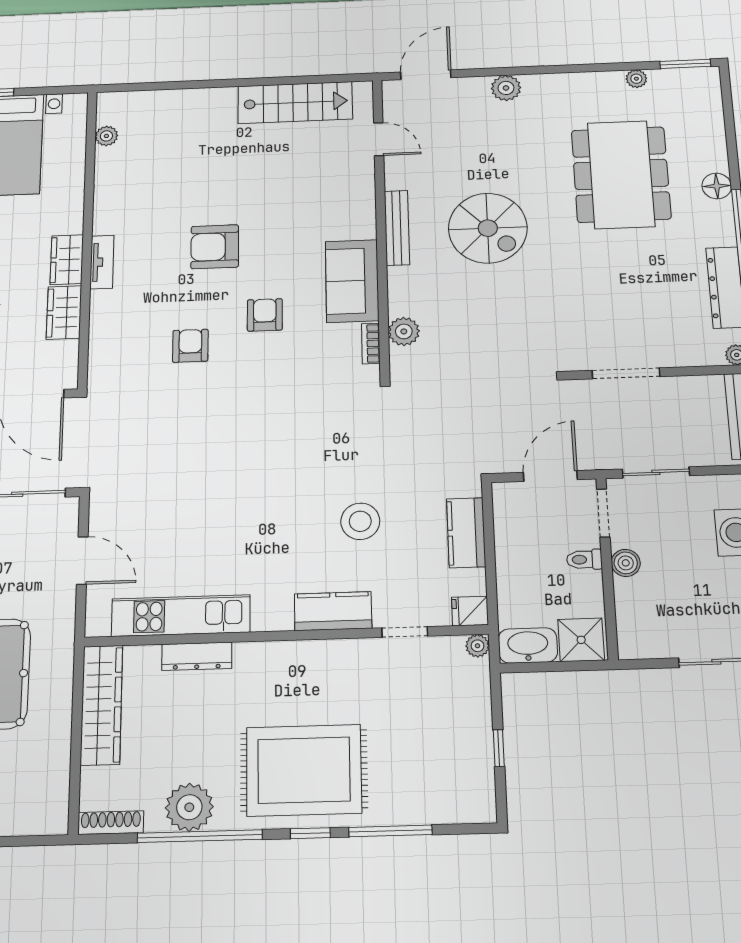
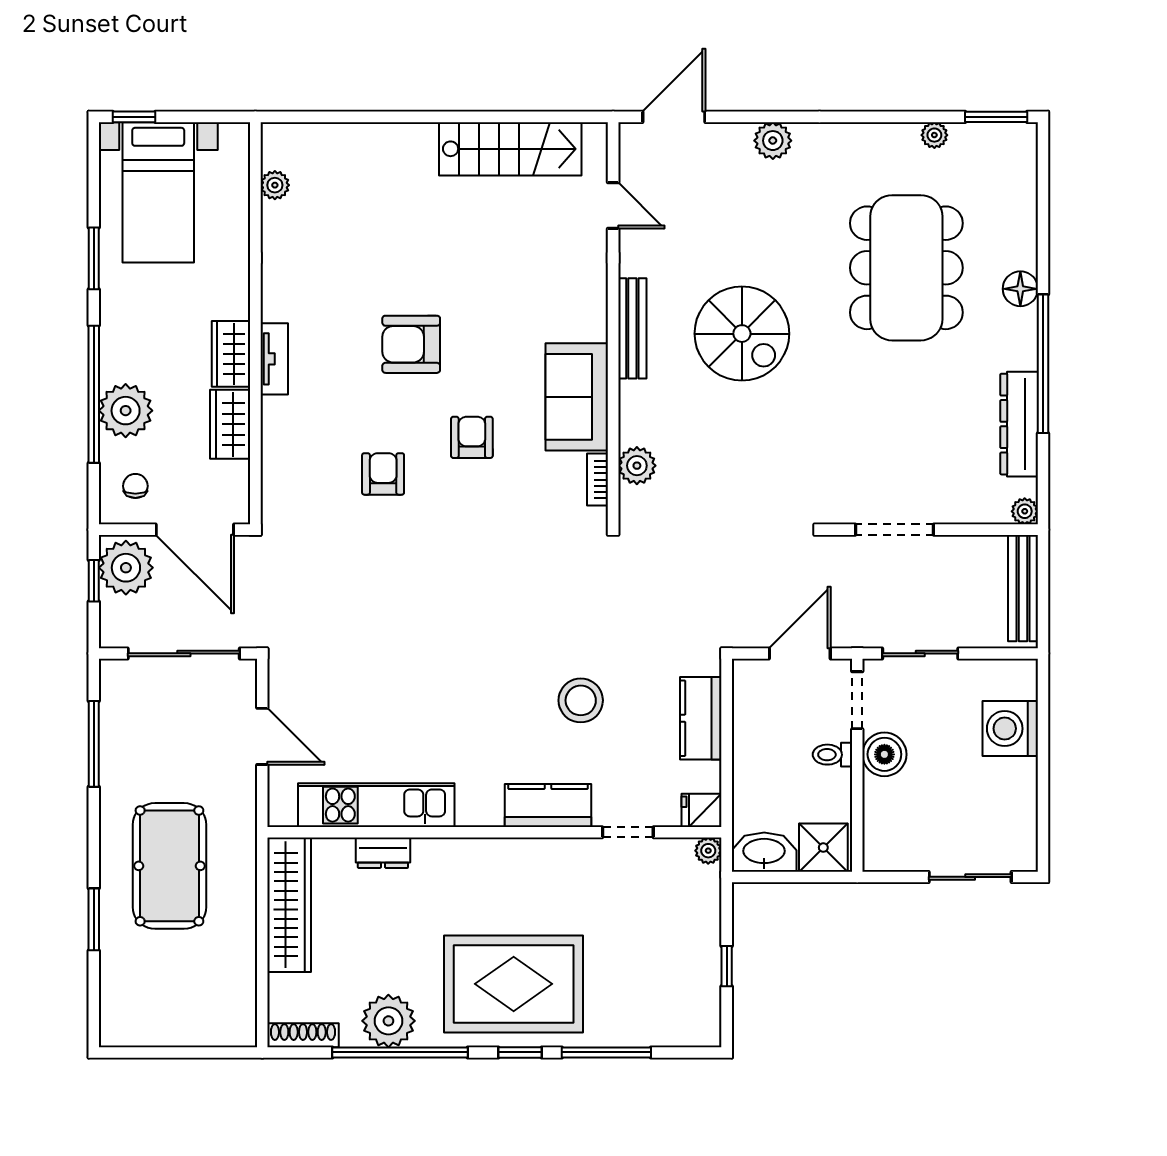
boiler: (626, 563) -> (884, 754), width x1.36, depth x1.36
dresser: (197, 656) -> (383, 853), width x0.70

